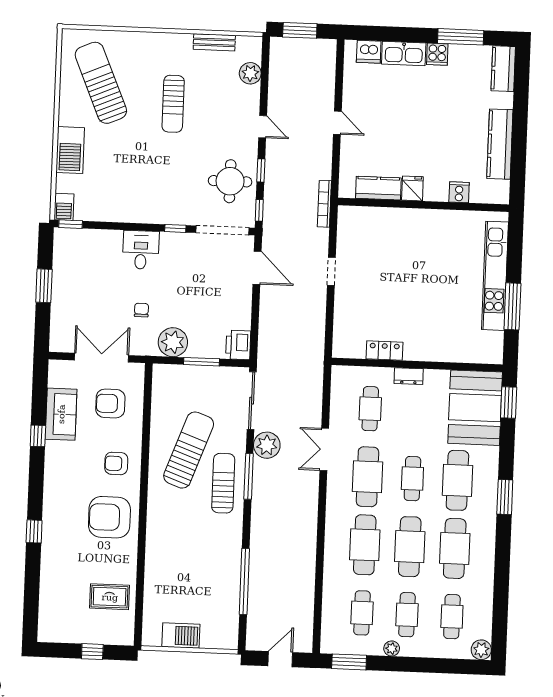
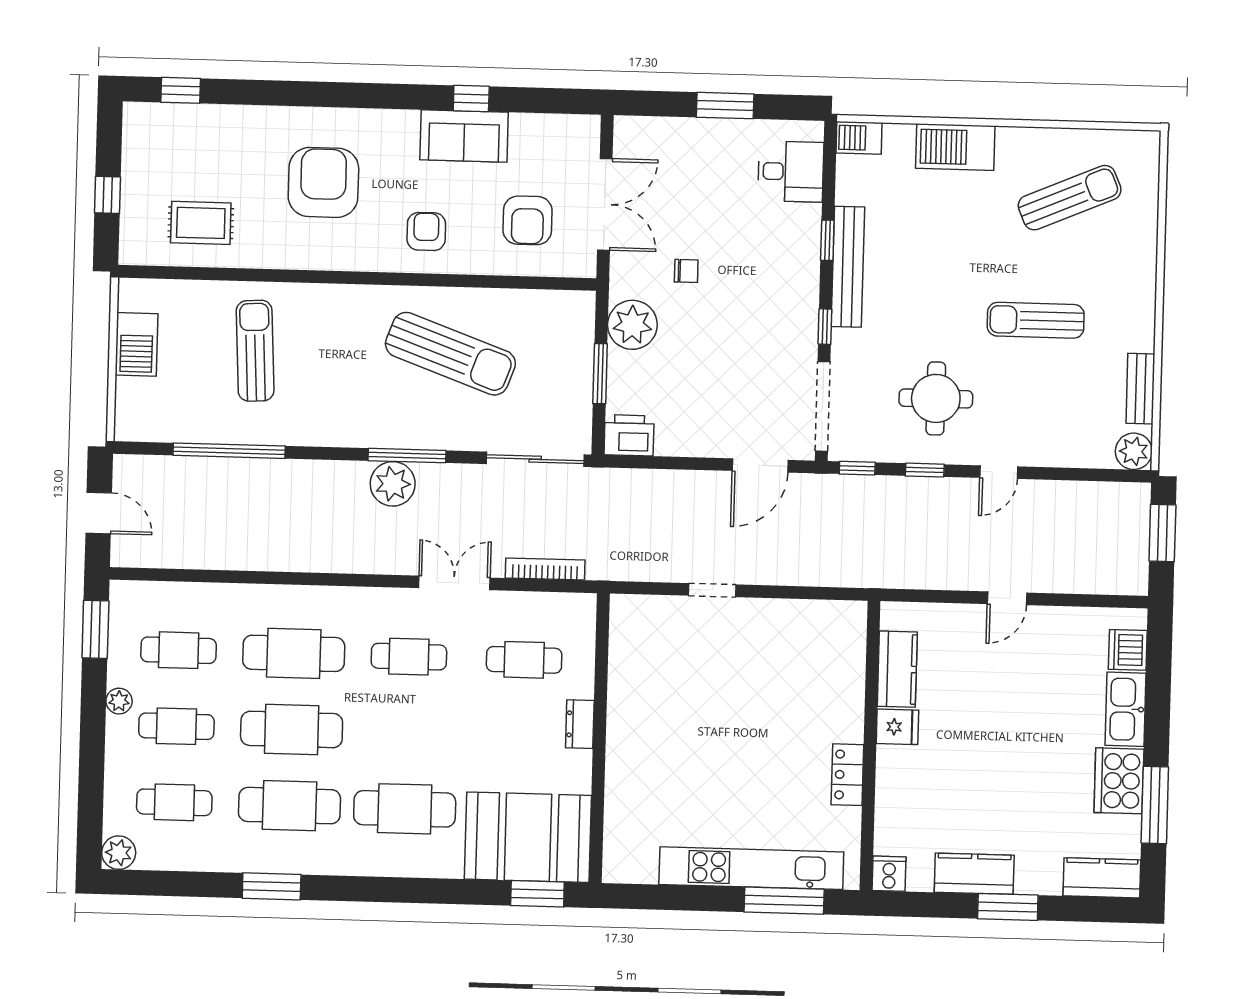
cooker: (437, 54) -> (1119, 781), width x1.87, depth x1.31
plant: (250, 73) -> (1134, 451), moved
sun lounger: (101, 83) -> (1070, 198), width x0.73, depth x0.75
window: (520, 124) -> (1008, 907), added
kitchen counter: (500, 144) -> (974, 874), width x0.67
round table: (230, 181) -> (936, 398), moved
cooker: (459, 192) -> (889, 874), moved, turned -90
bookcase: (324, 204) -> (545, 569), moved
bench: (140, 214) -> (848, 267), added
window: (71, 224) -> (827, 240), moved
desk: (141, 250) -> (791, 172), moved
doorway: (331, 271) -> (712, 590), moved
window: (512, 306) -> (784, 901), moved
locker: (385, 351) -> (847, 775), moved, turned 180
armchair: (110, 403) -> (528, 220), turned 180
sofa: (61, 414) -> (464, 136), moved
plant: (267, 445) -> (393, 484), moved
cafe table: (367, 477) -> (409, 657), width x0.73, depth x0.74
cafe table: (412, 479) -> (407, 733), removed
sun lounger: (223, 483) -> (255, 351), moved, turned -93
window: (505, 497) -> (272, 886), moved
armchair: (109, 517) -> (323, 182), moved
window: (34, 531) -> (181, 90), moved
rug: (110, 597) -> (201, 223), turned 90

